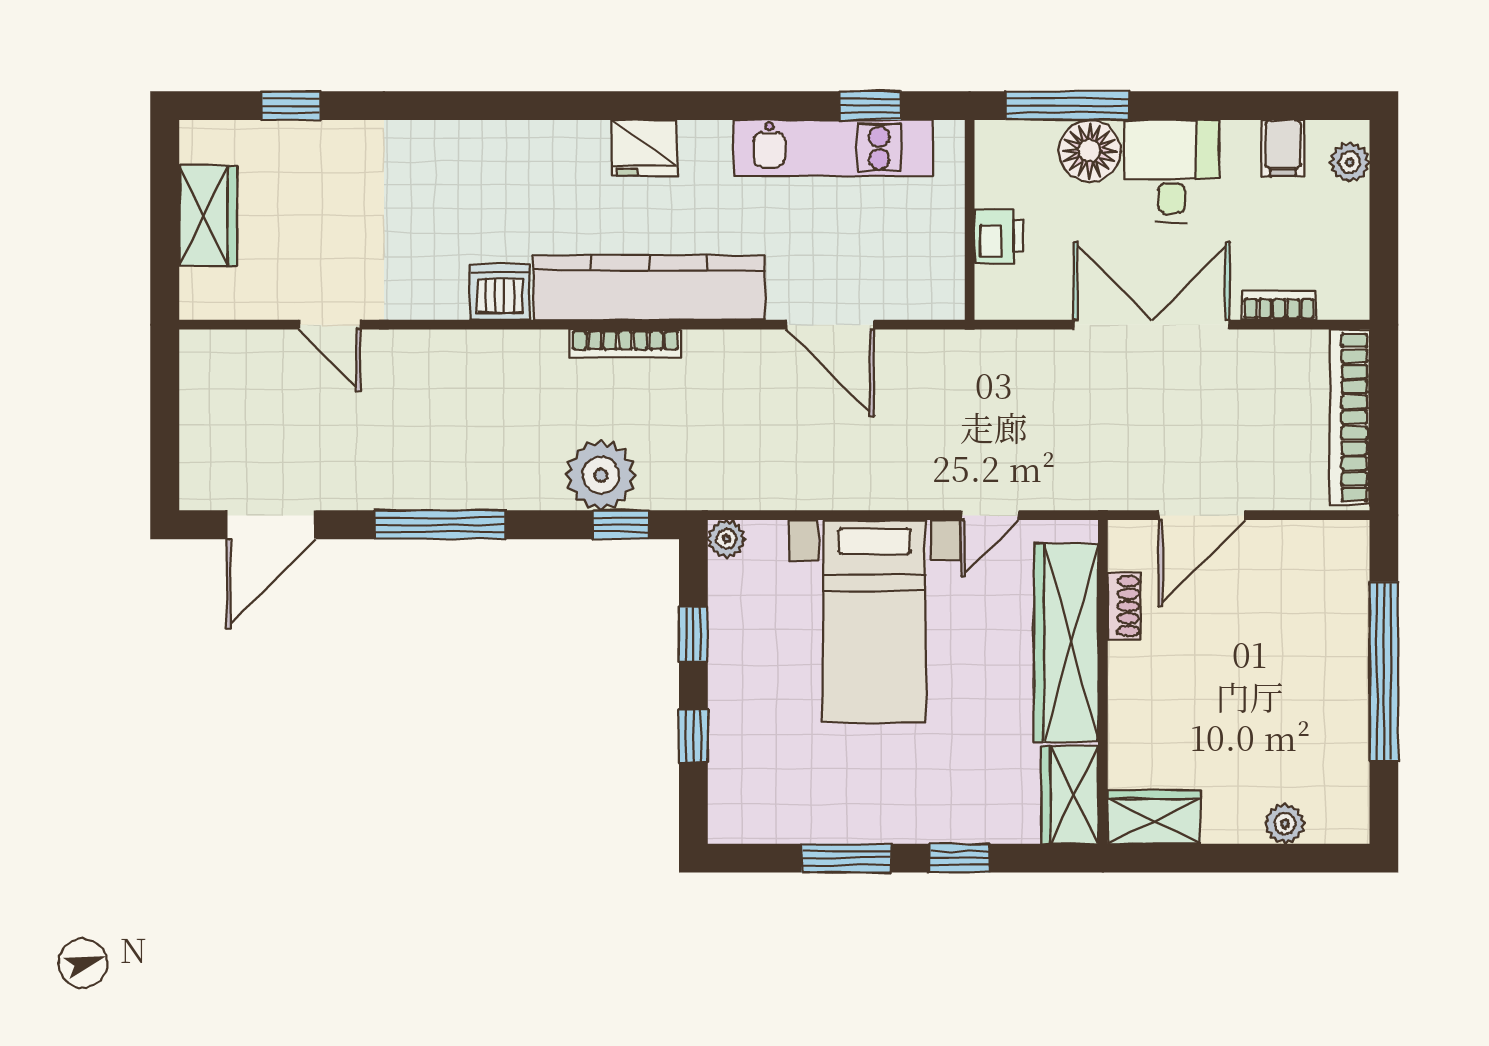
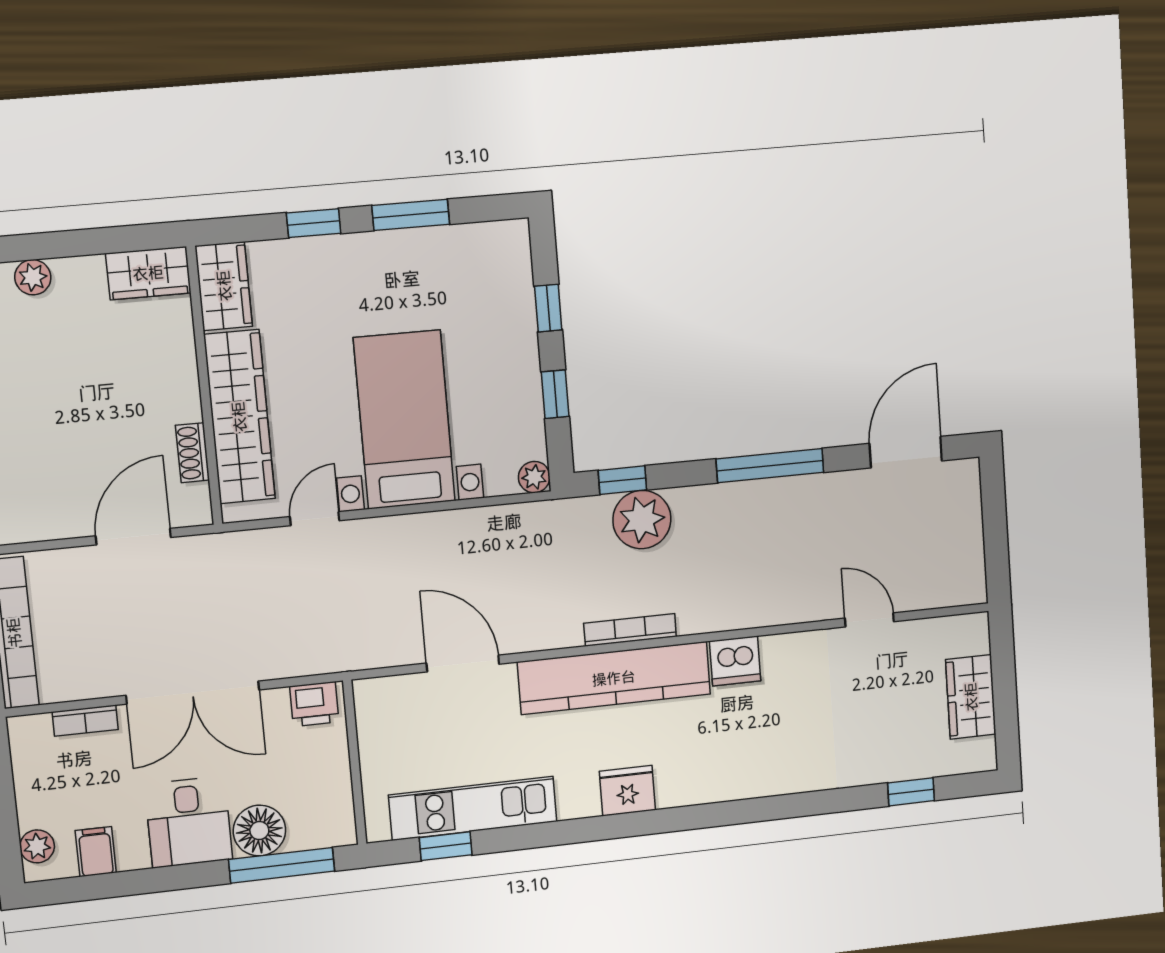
printer: (999, 236) -> (314, 704), moved, turned -90

